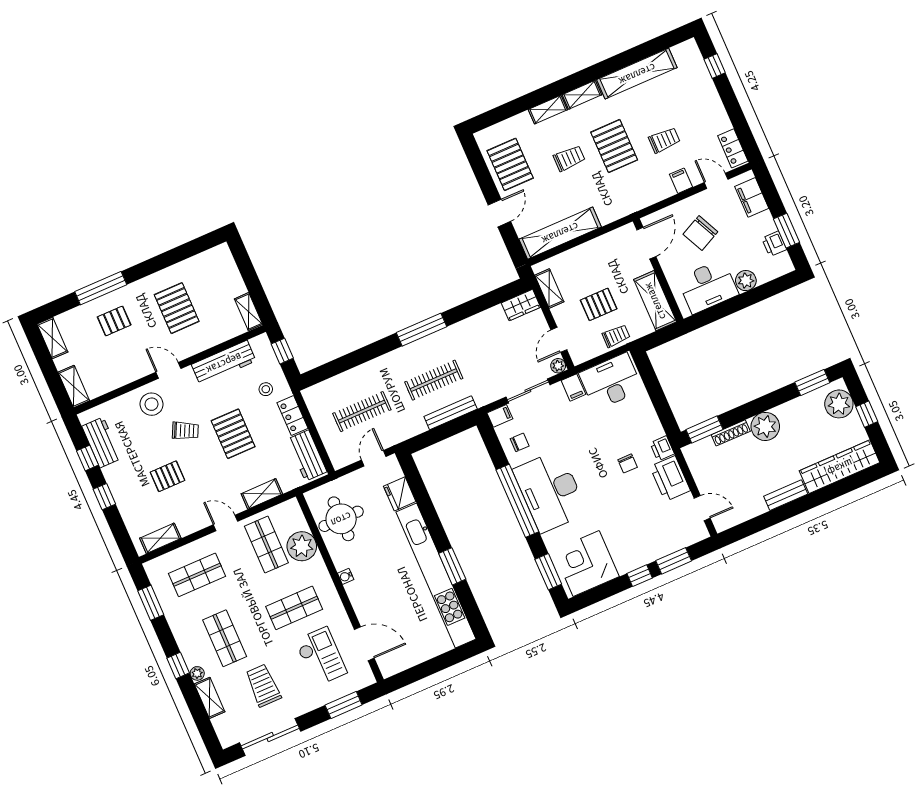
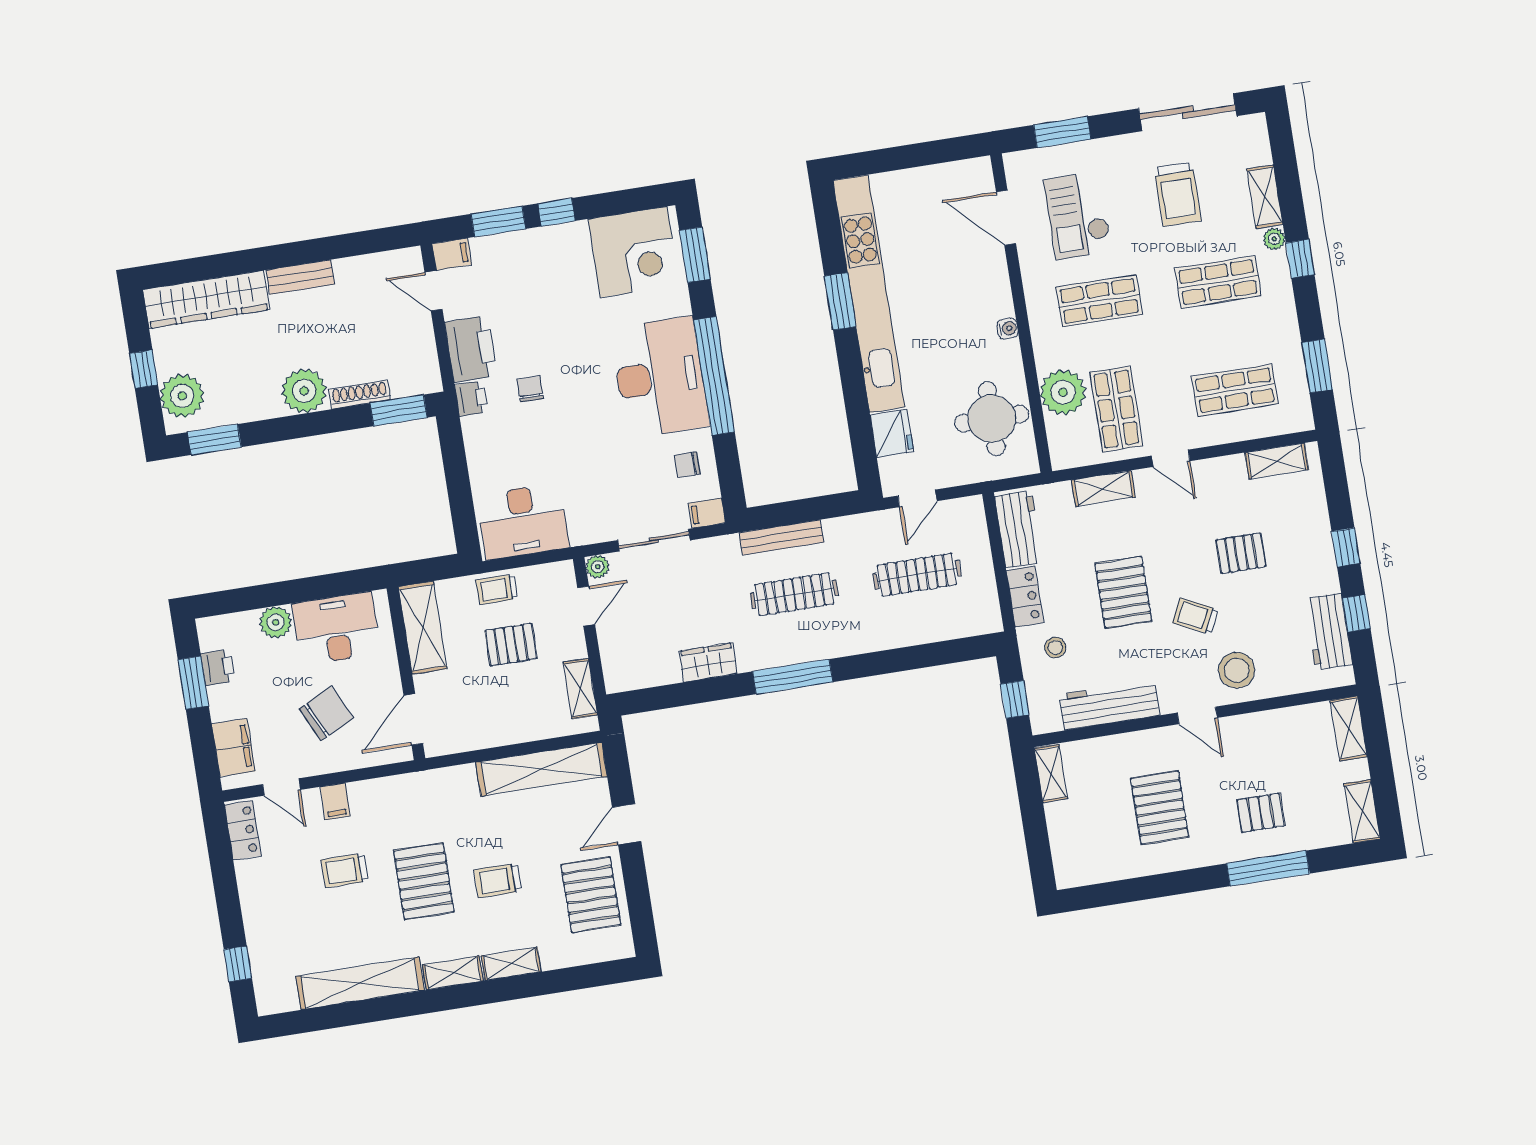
wardrobe: (521, 305) -> (708, 662), moved
filing cabinet: (573, 387) -> (452, 254), moved, turned 90
shop shelf: (225, 638) -> (1218, 282), turned 90

